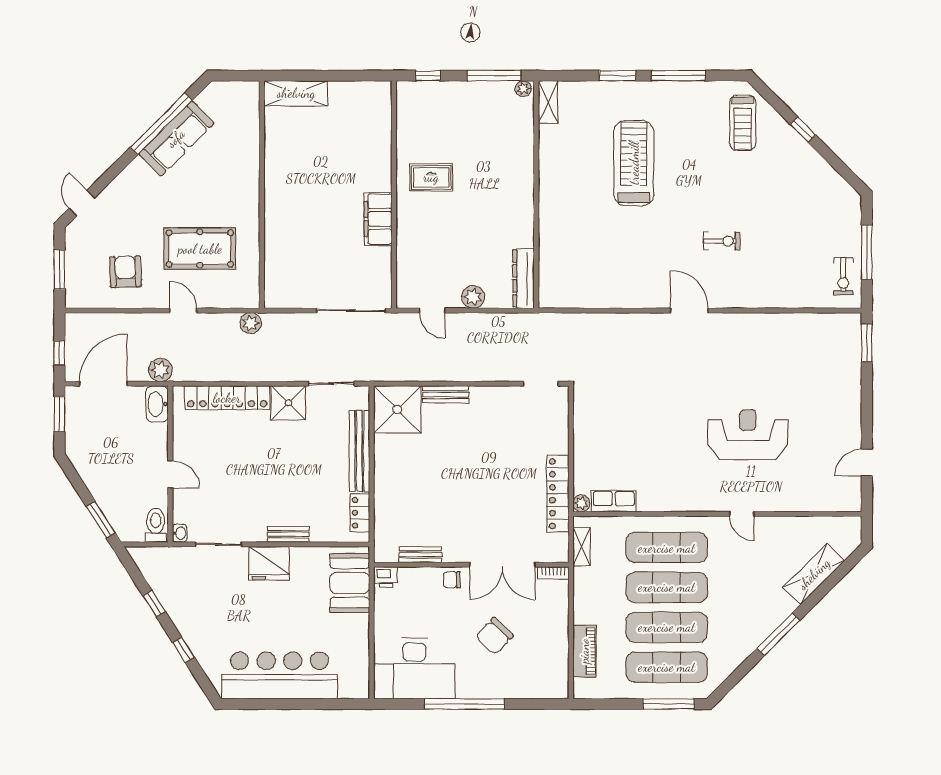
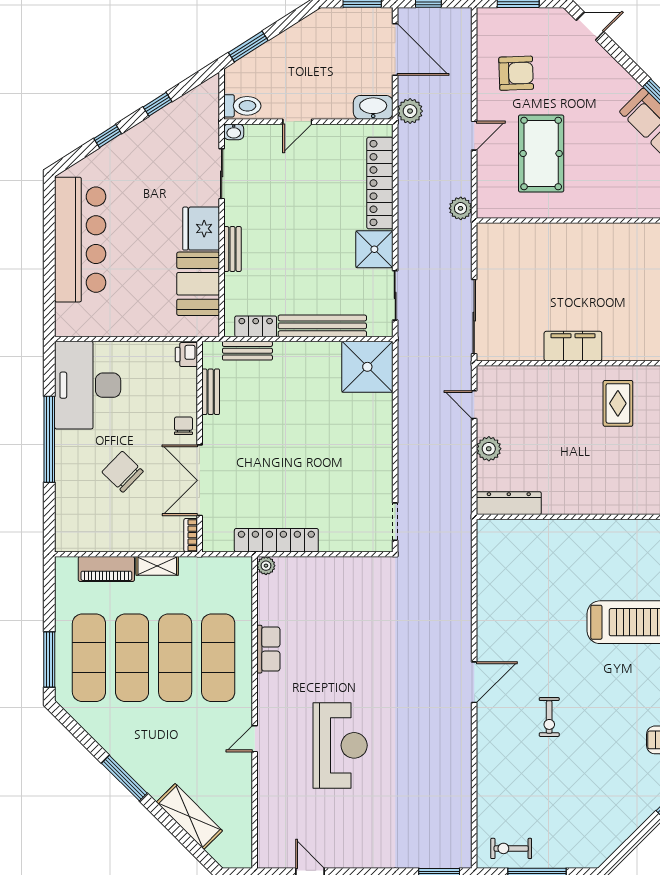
door: (432, 310) -> (474, 405), hinge flipped
bench: (446, 395) -> (247, 351), moved, turned 90
row of seats: (614, 501) -> (268, 649), moved
shelving: (582, 547) -> (157, 566), moved
booth: (350, 583) -> (198, 284), moved, turned 90

